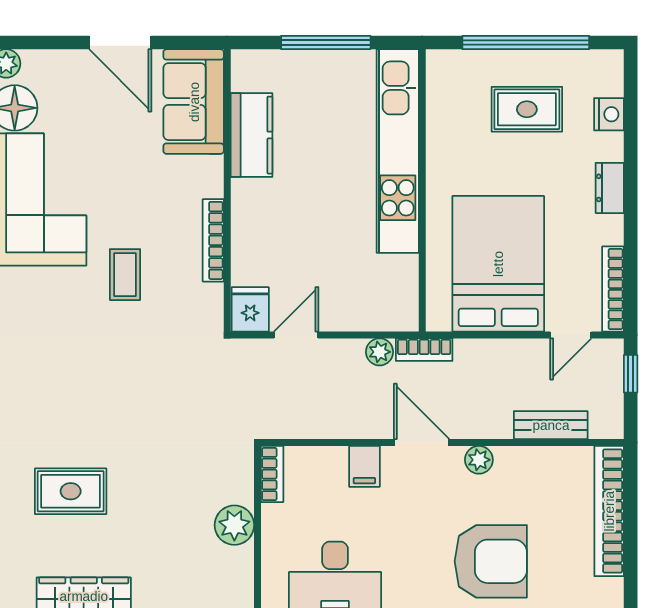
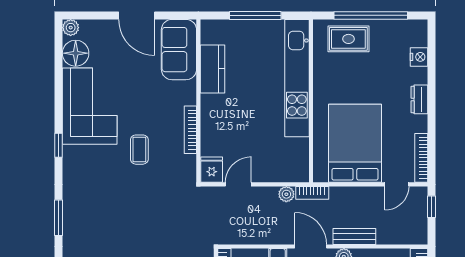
rug: (527, 109) -> (348, 39), moved
bench: (551, 425) -> (354, 236), moved

